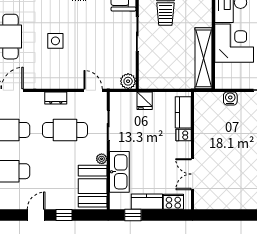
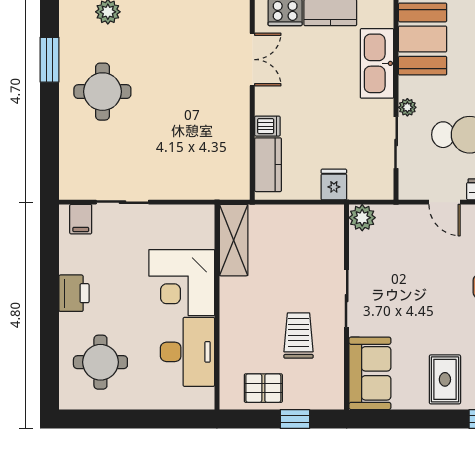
shelving: (204, 58) -> (234, 240), width x0.68
door: (93, 90) -> (445, 202), moved
water cooler: (230, 98) -> (188, 188), removed
plant: (102, 159) -> (407, 107), moved

